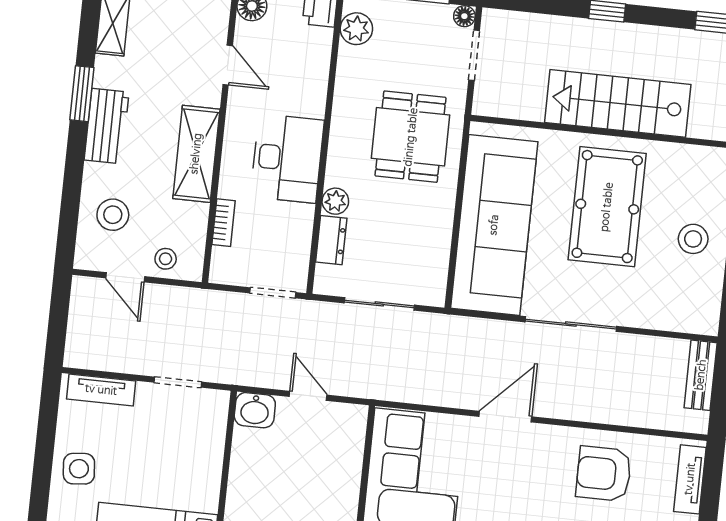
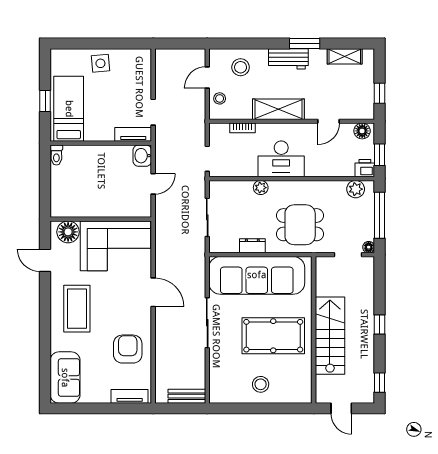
dresser: (331, 240) -> (252, 246), moved, turned 180
tv unit: (101, 390) -> (133, 134), moved, turned 90

